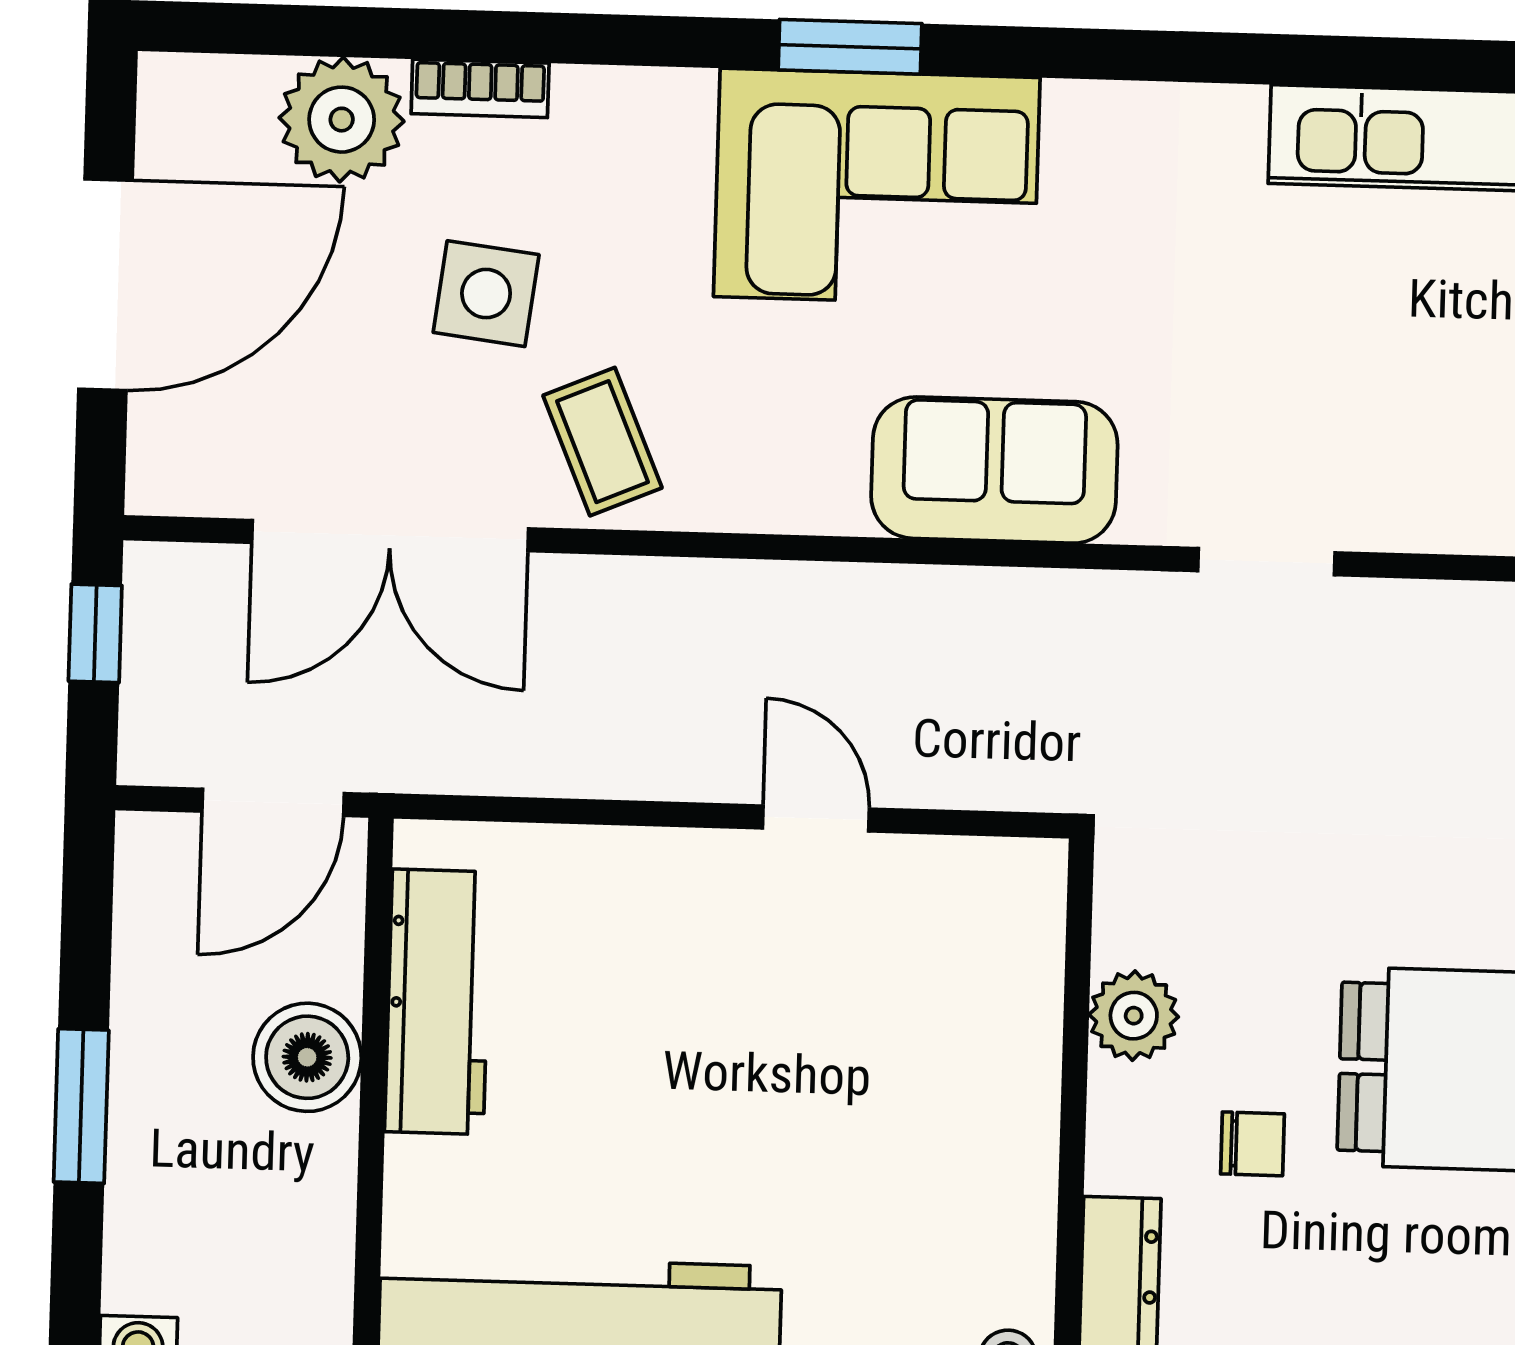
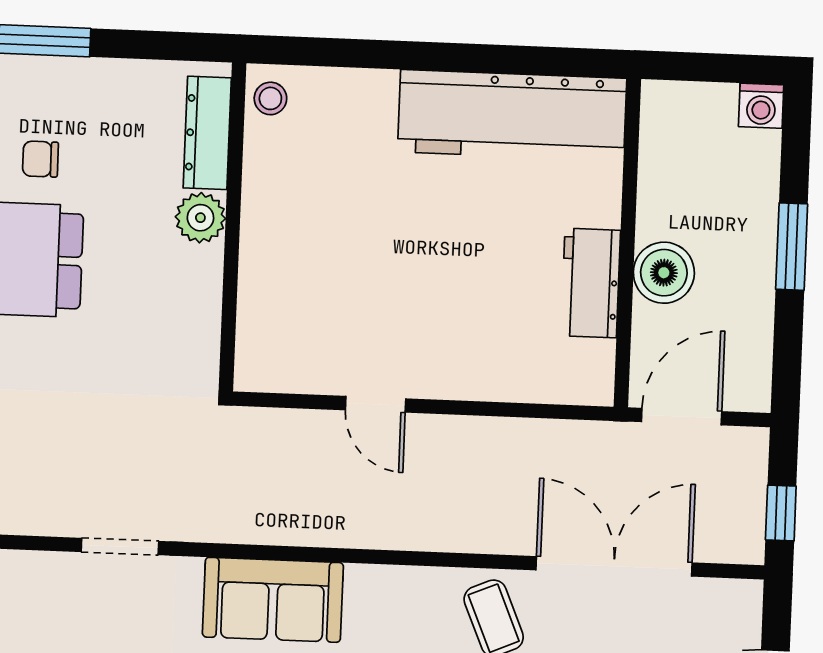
workbench: (438, 1002) -> (591, 283), width x0.73
plant: (1134, 1016) -> (200, 218), moved
chair: (1252, 1144) -> (40, 159), moved

